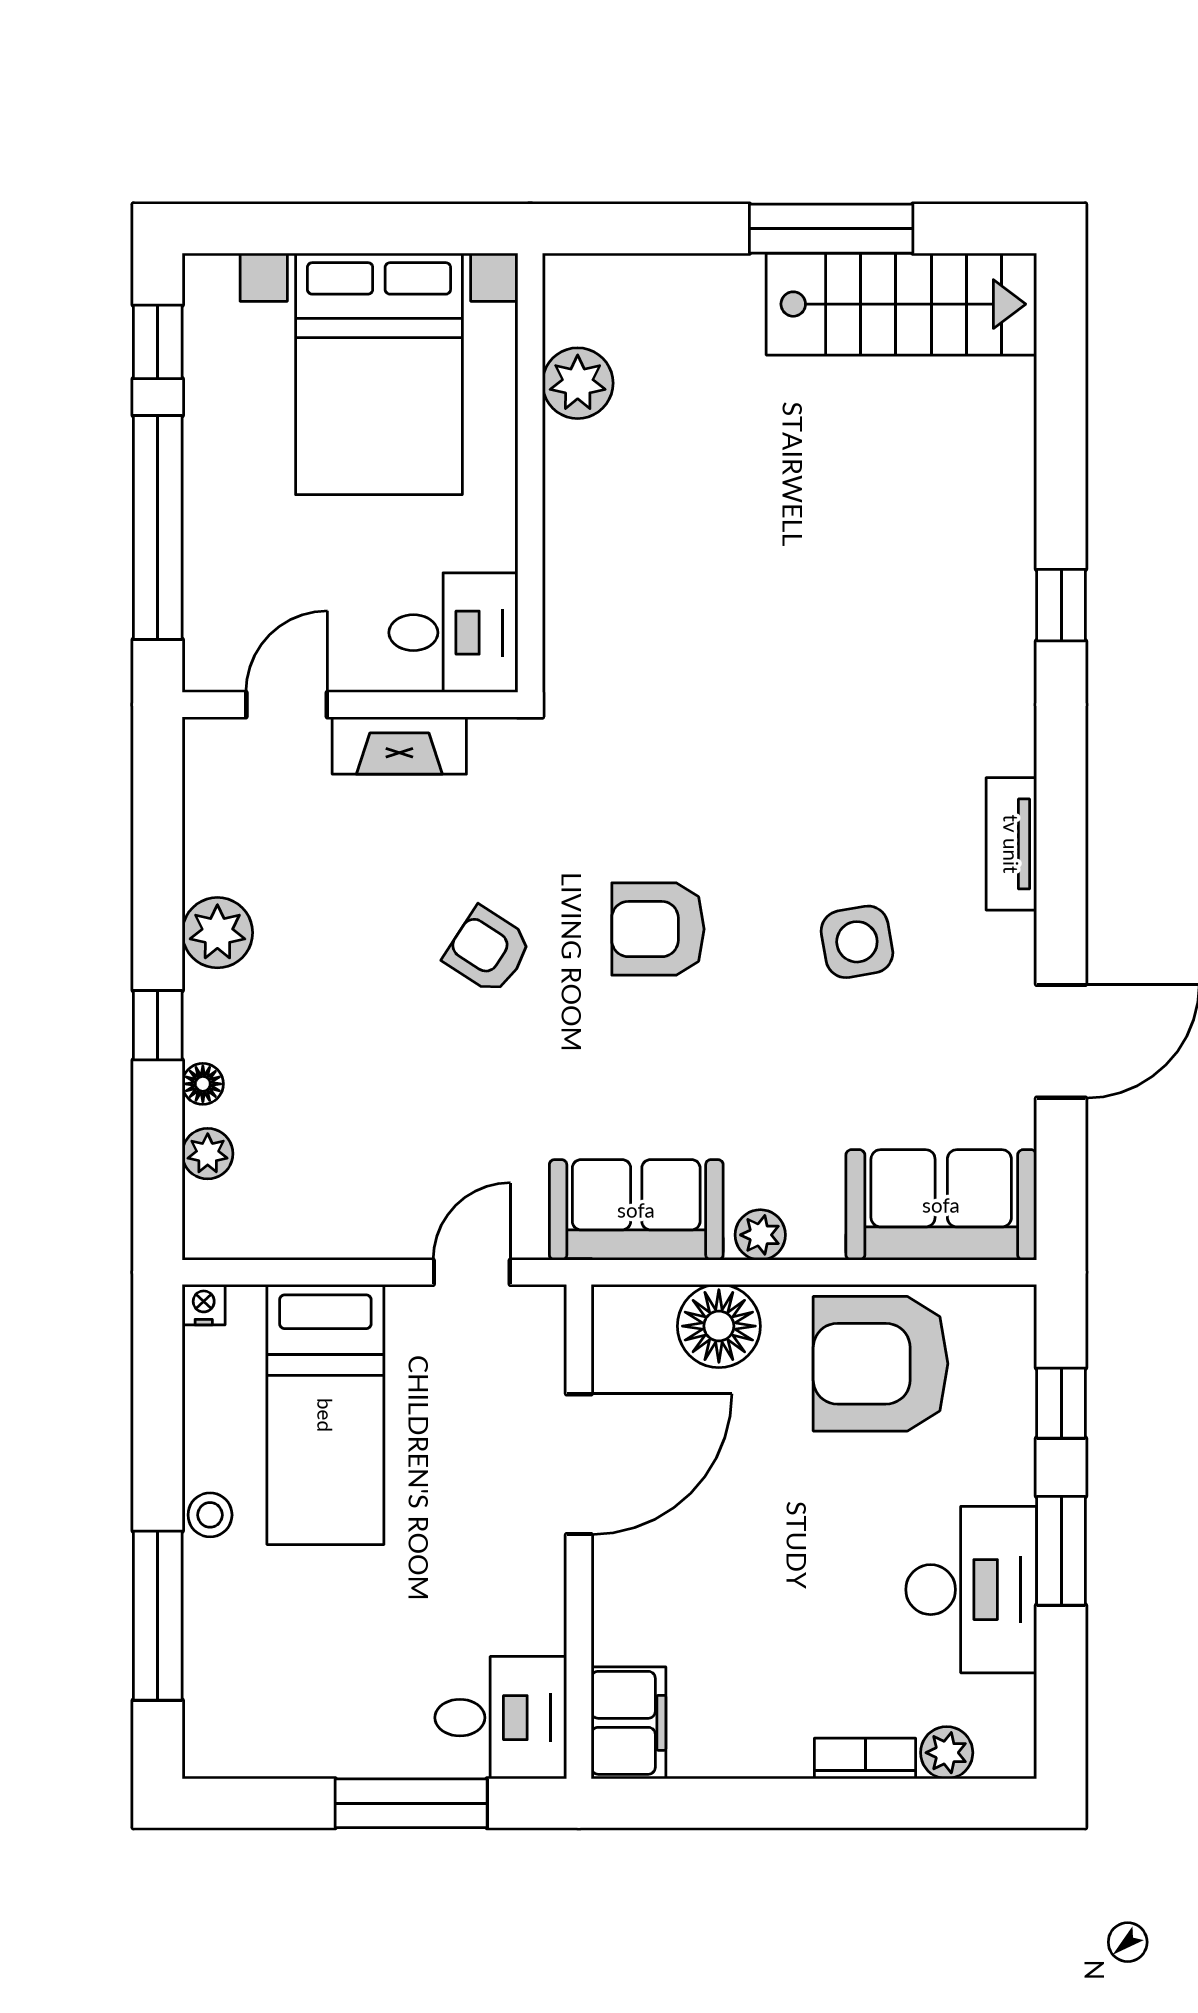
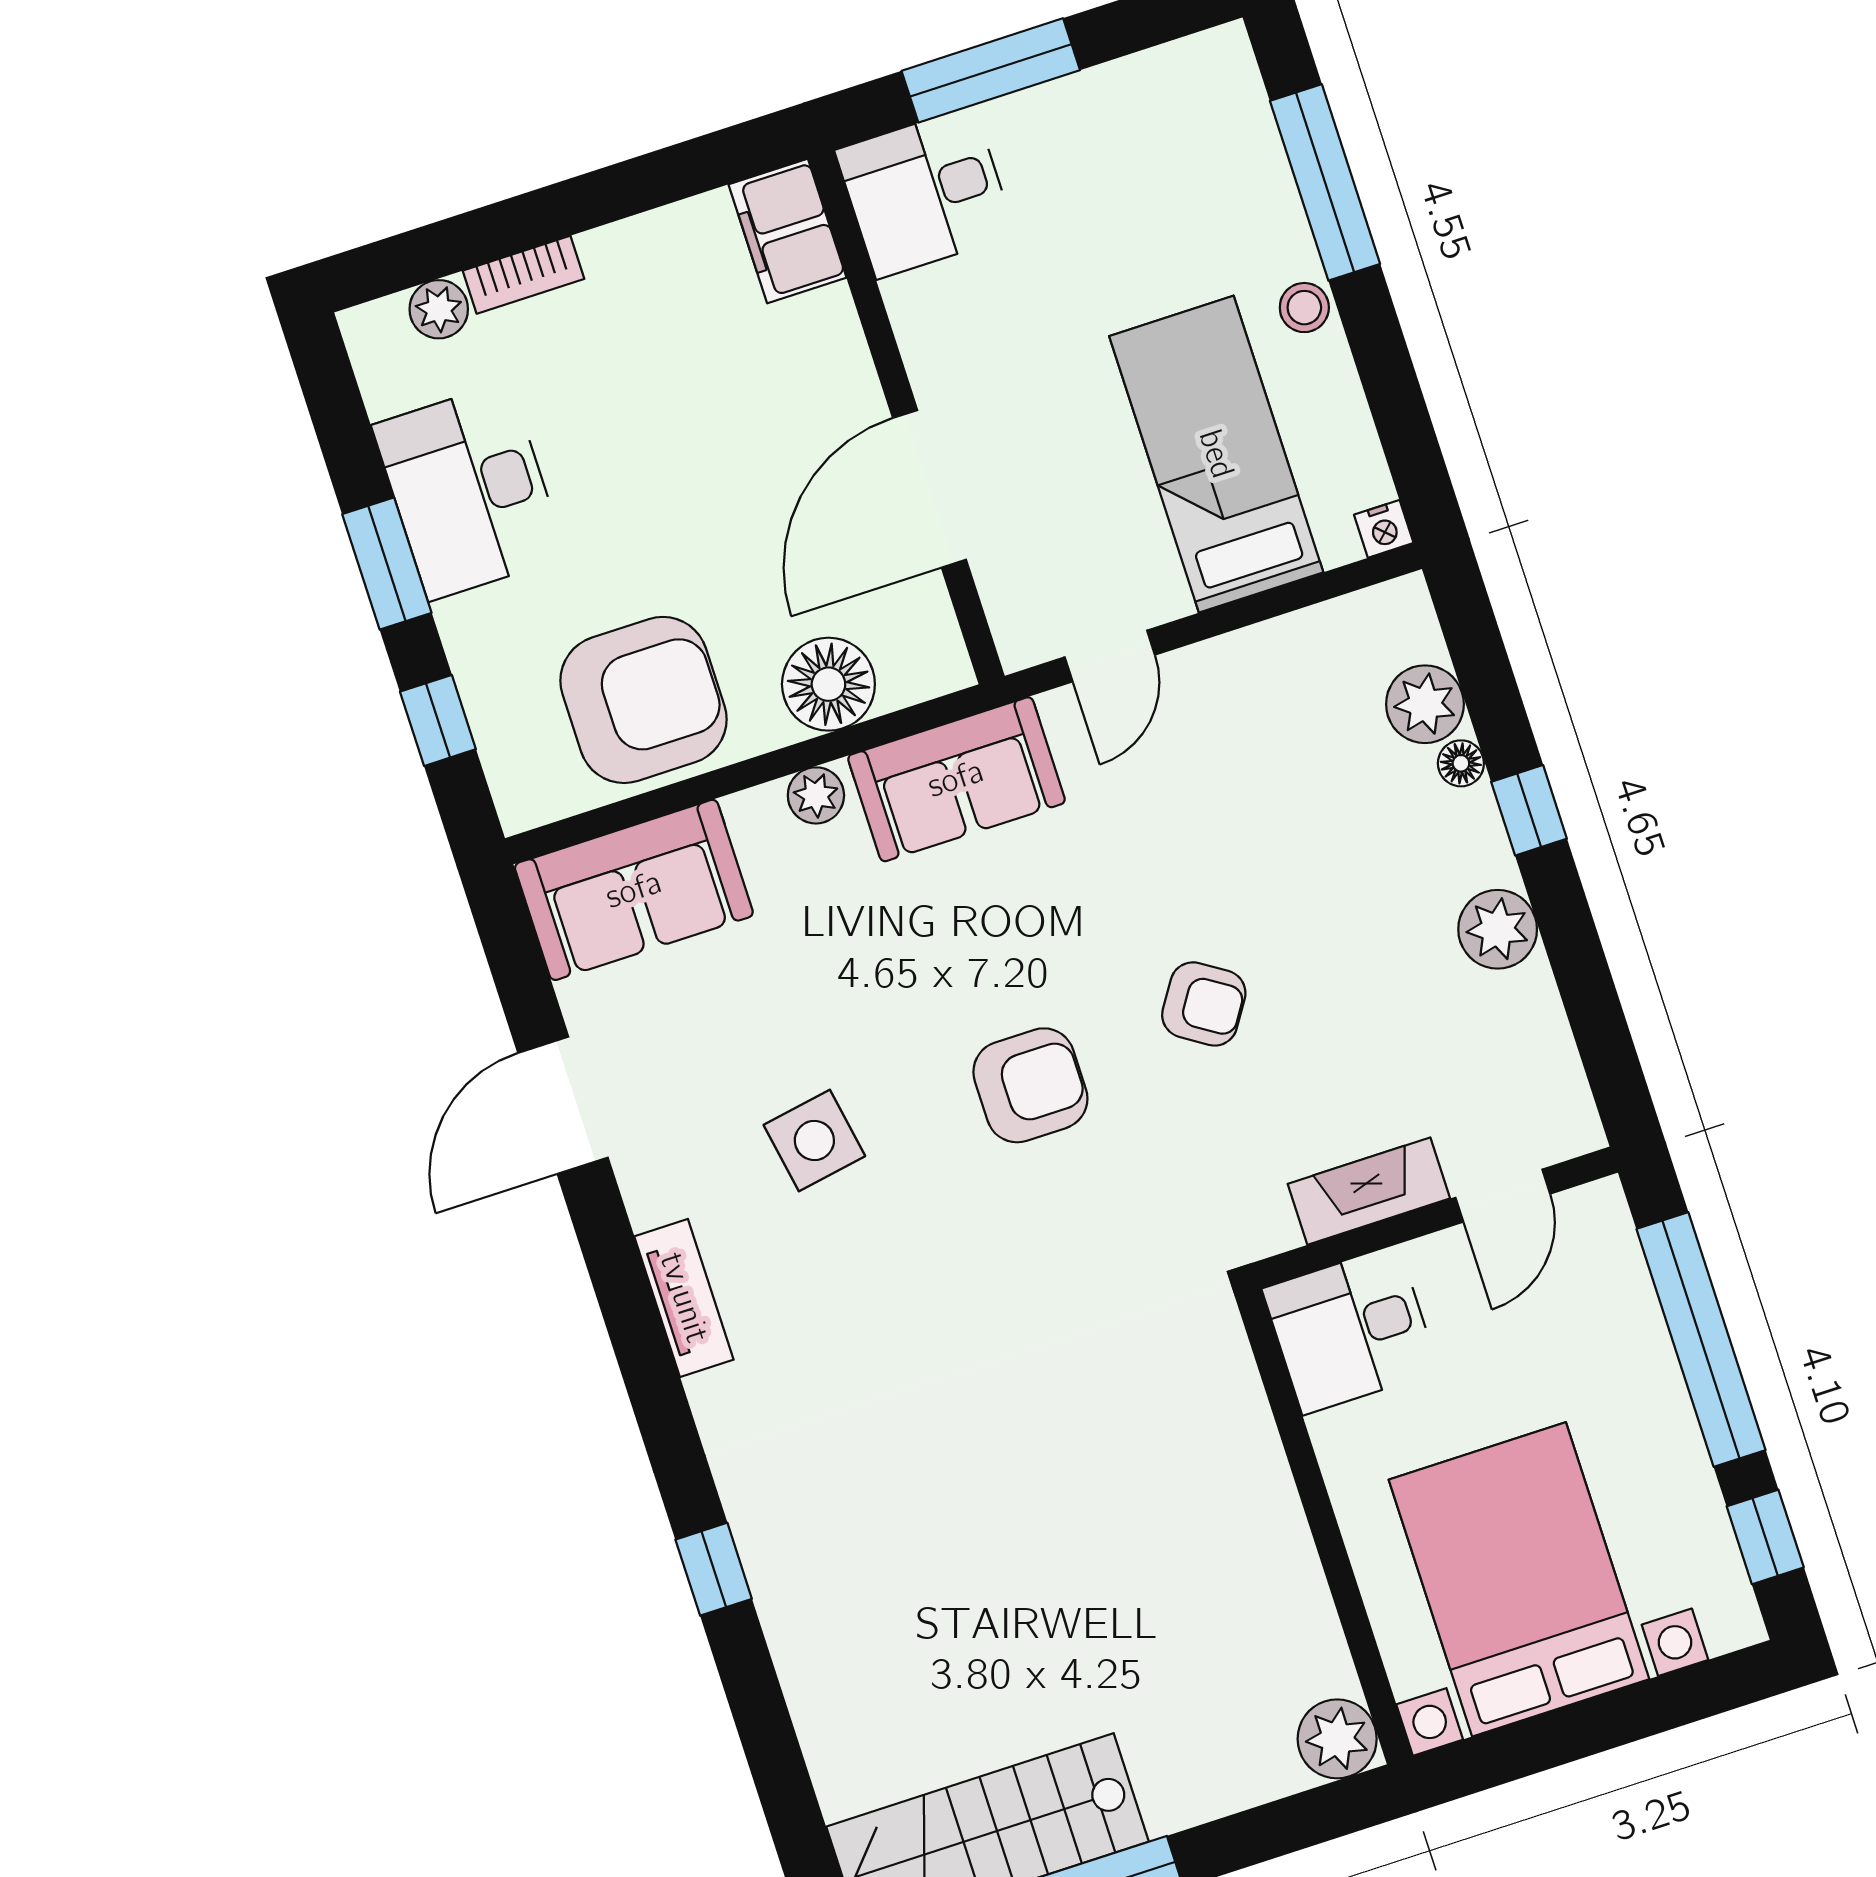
plant: (578, 383) -> (1337, 1739), moved
plant: (208, 1154) -> (1425, 704), width x1.38, depth x1.38

